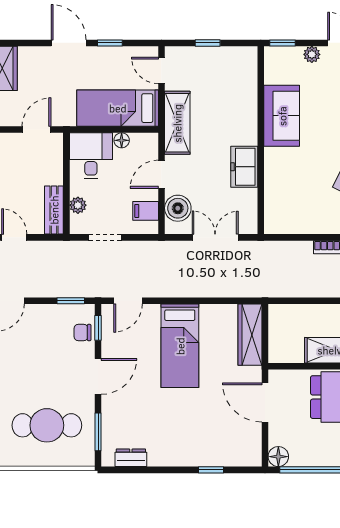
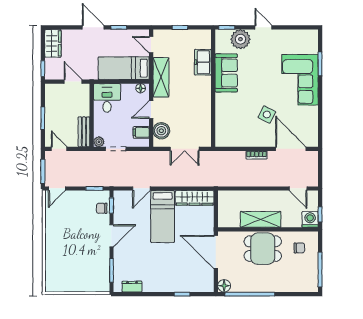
plant: (312, 54) -> (240, 39), width x1.87, depth x1.87
door: (36, 130) -> (73, 82), hinge flipped
floor lamp: (122, 140) -> (141, 88), moved
freezer: (244, 167) -> (203, 62), moved
plant: (78, 205) -> (99, 142), moved
double door: (215, 237) -> (185, 149), swing flipped
door: (128, 301) -> (141, 188), moved
wardrobe: (250, 335) -> (195, 198), moved, turned -90
door: (265, 402) -> (216, 252), width x1.36
cafe table: (47, 425) -> (80, 266), removed

